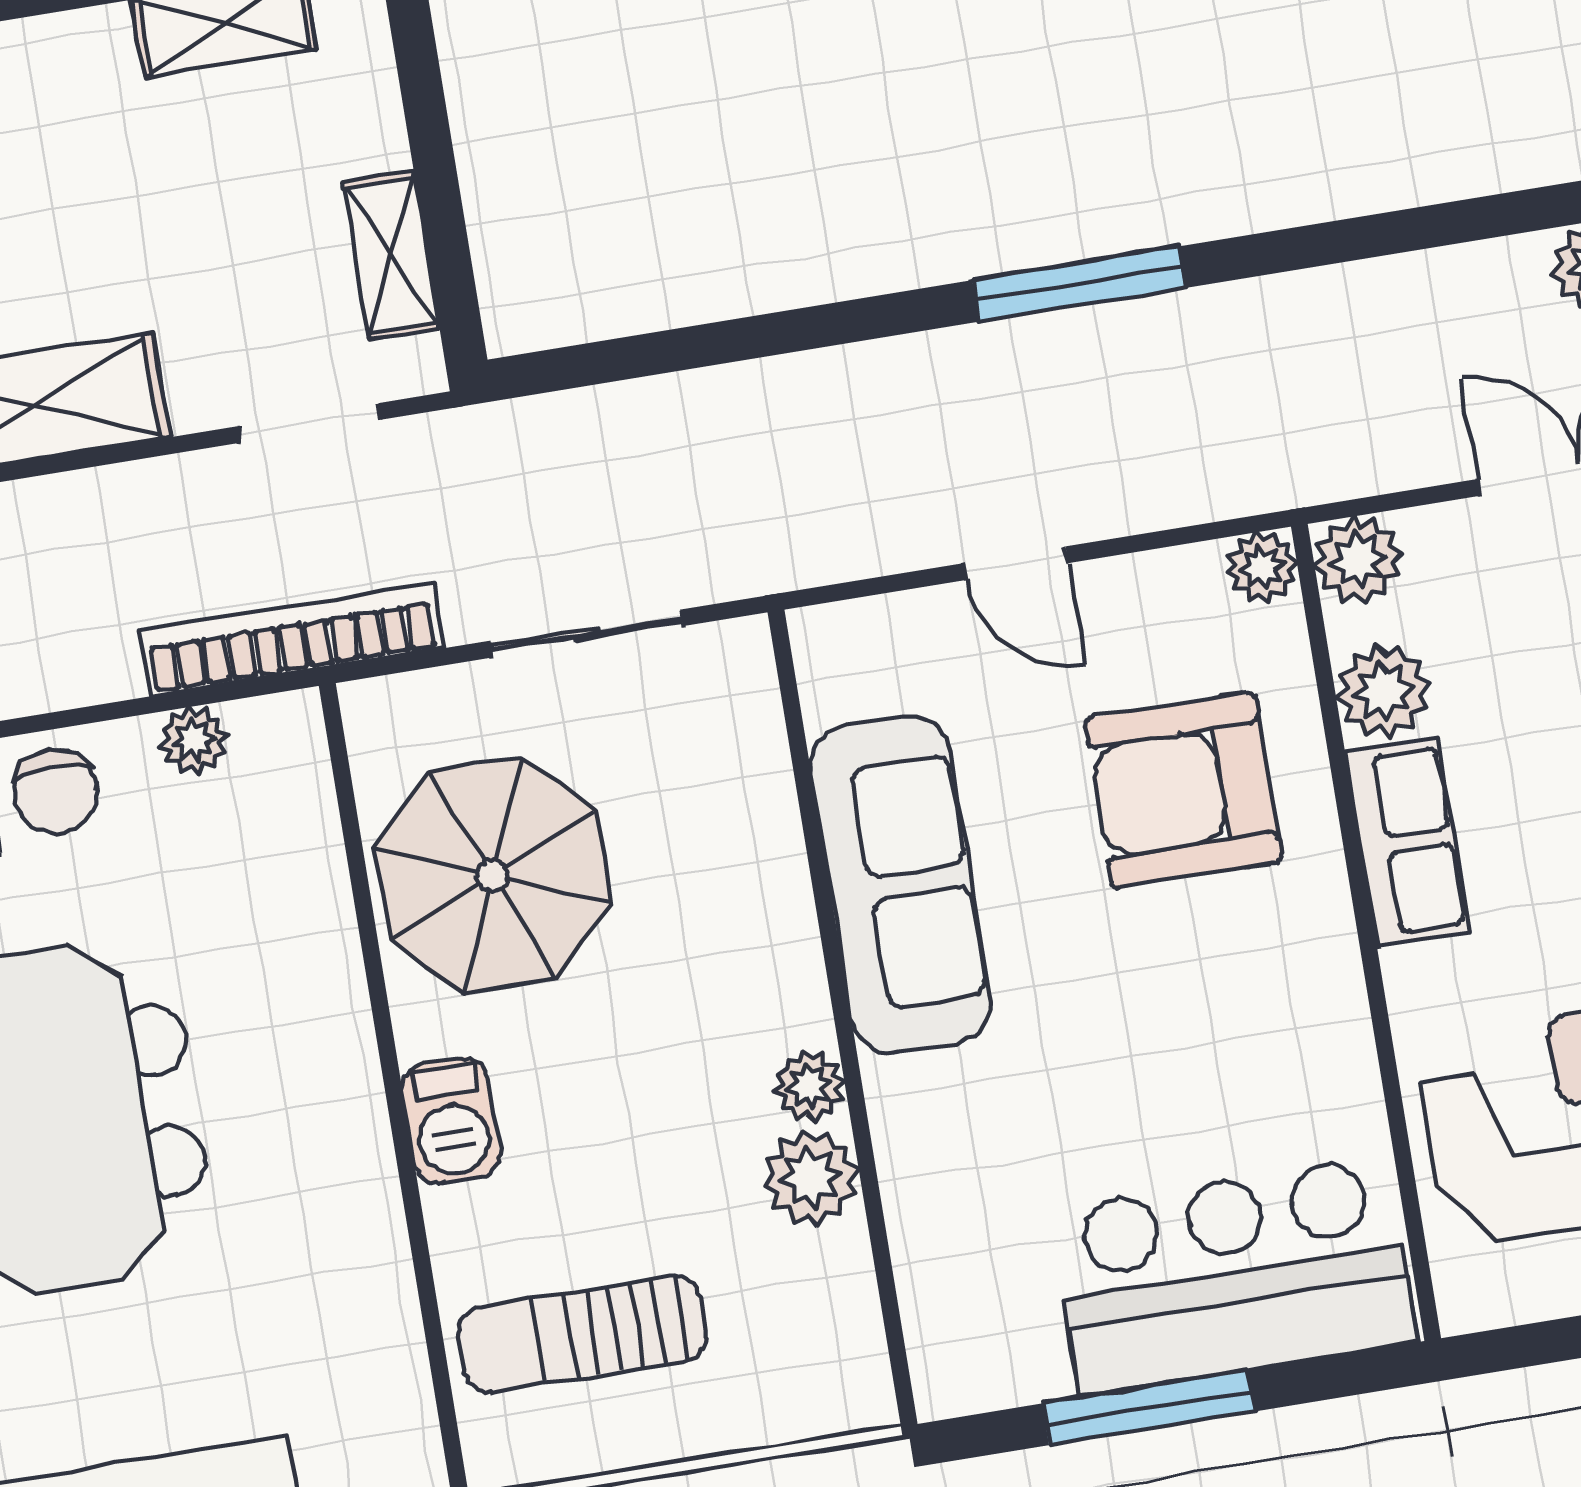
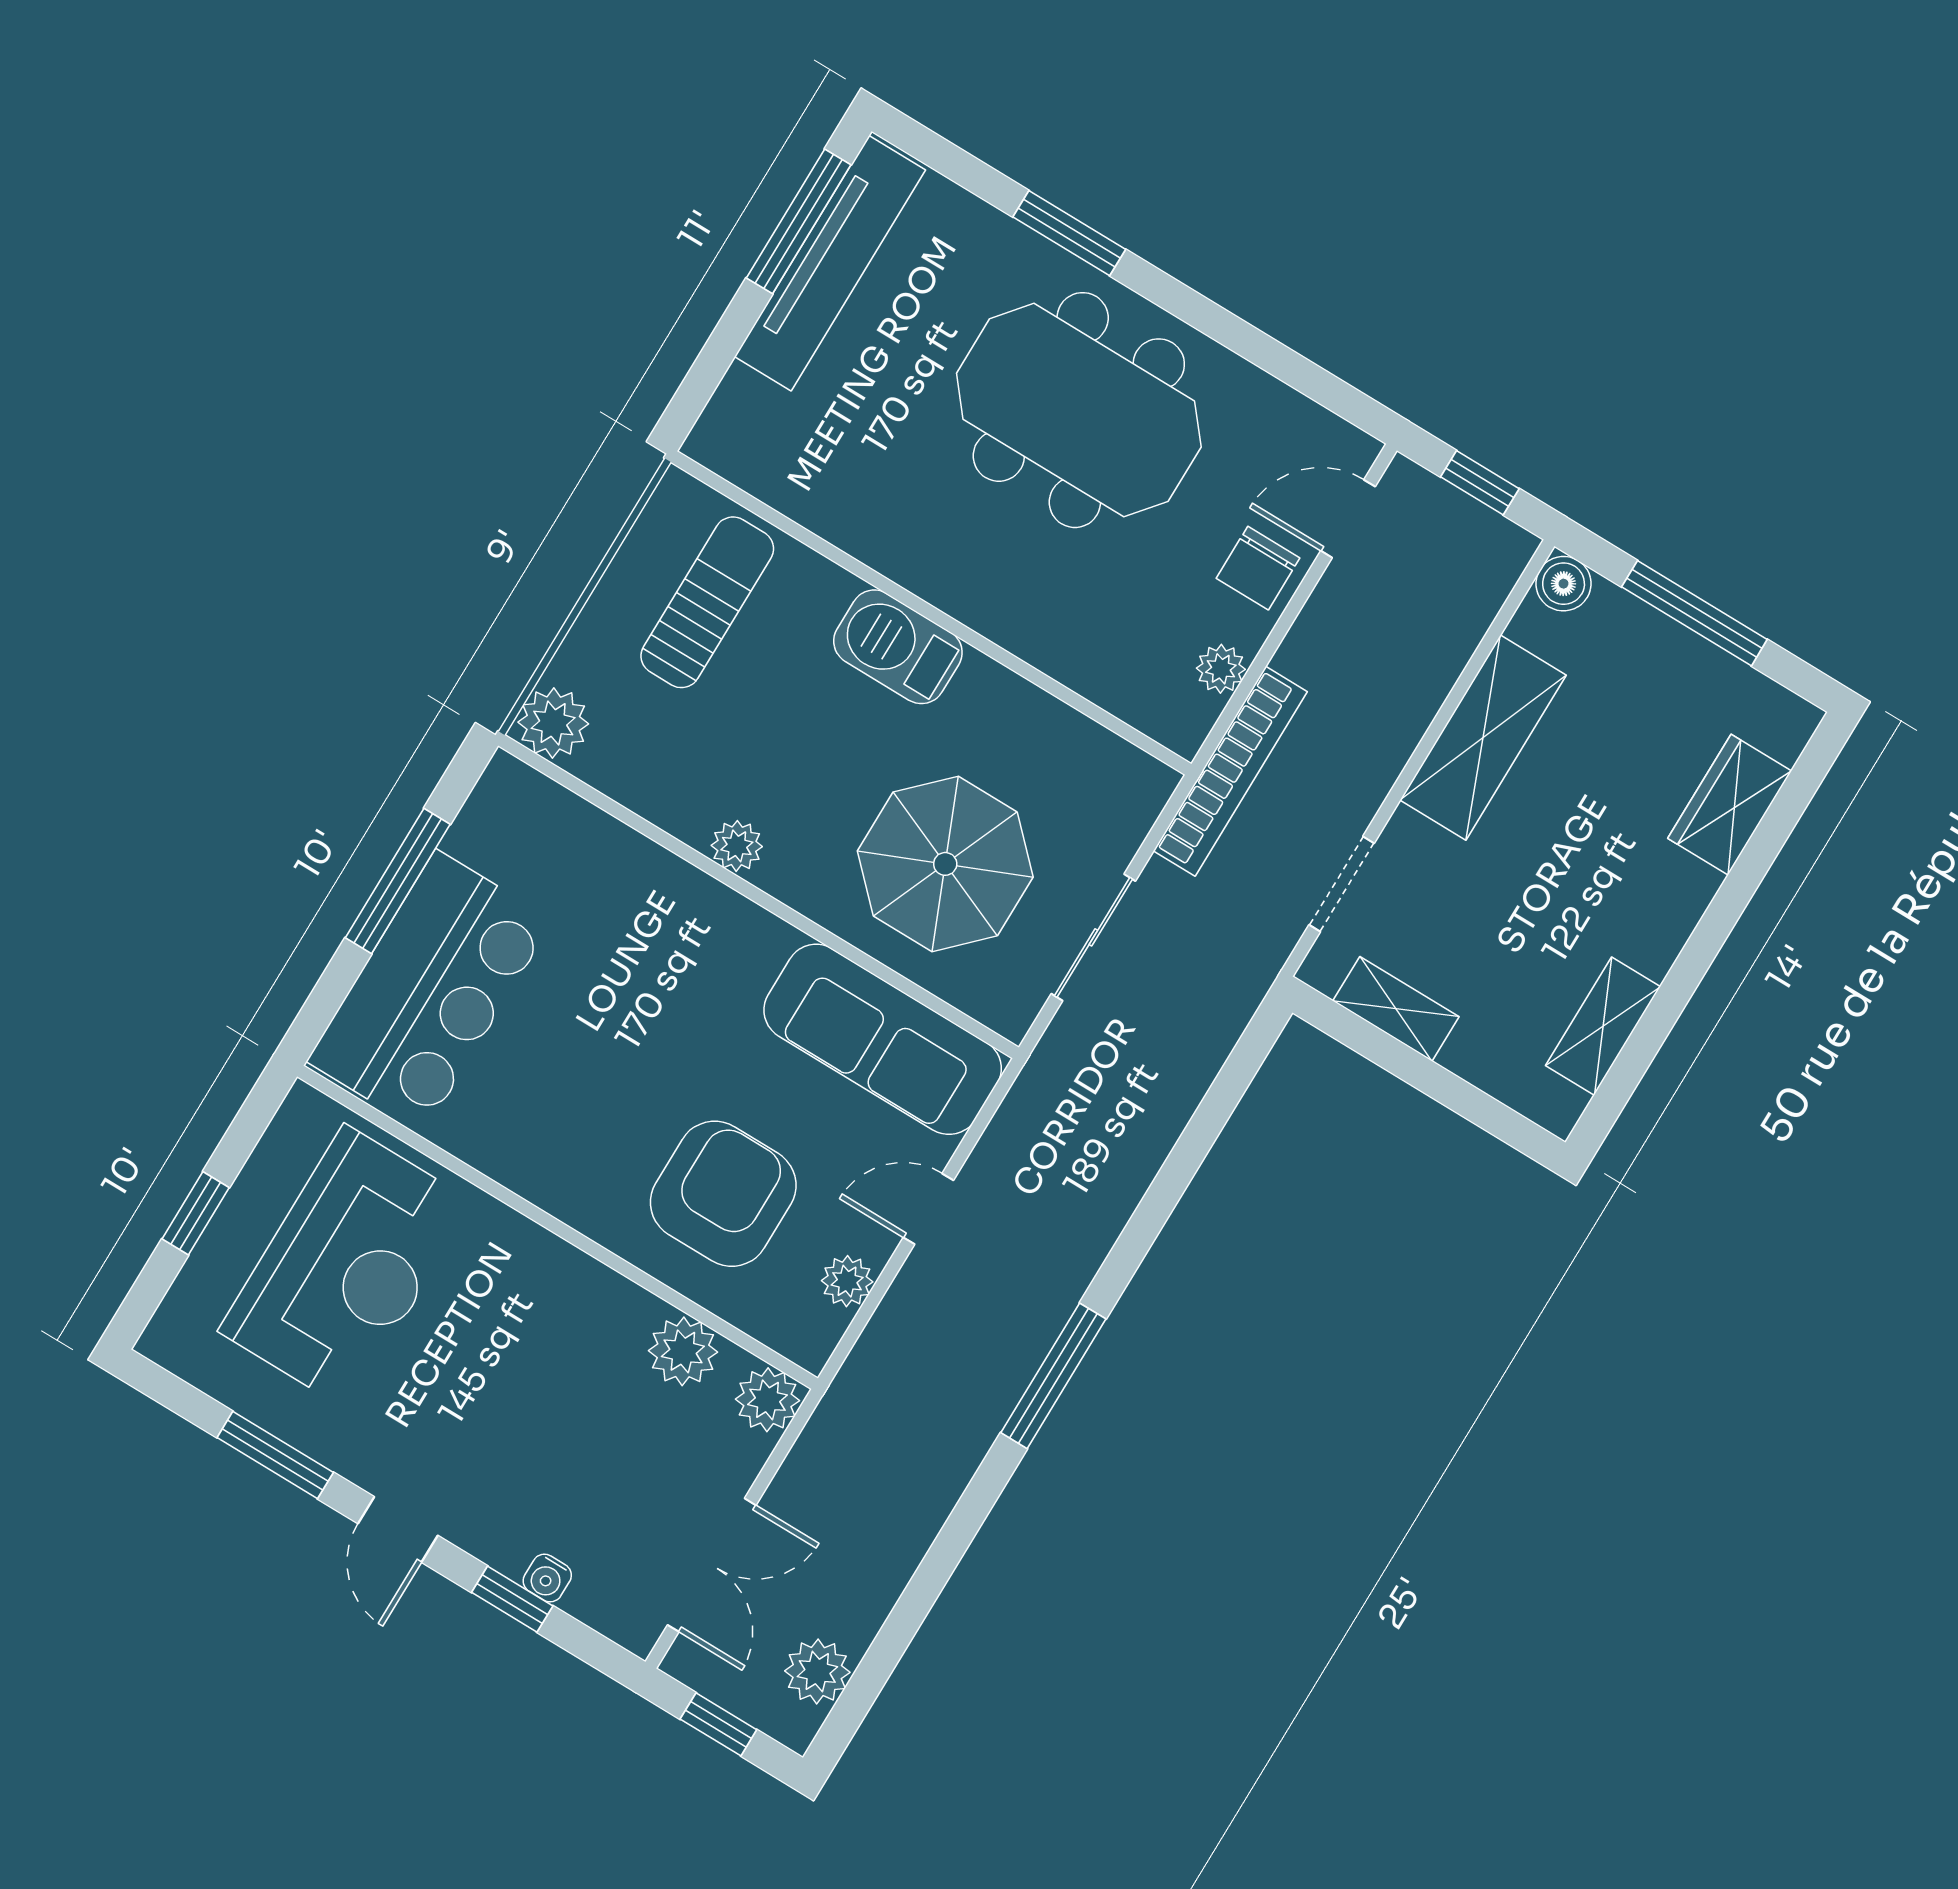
plant: (1262, 567) -> (847, 1281), moved
chair: (56, 791) -> (1258, 568), turned -89
row of seats: (1408, 842) -> (588, 1293), removed
parasol: (493, 876) -> (945, 864), moved
sofa: (901, 885) -> (883, 1039), moved
barbecue: (451, 1120) -> (898, 647), width x1.38, depth x1.27
plant: (811, 1177) -> (553, 723), moved

